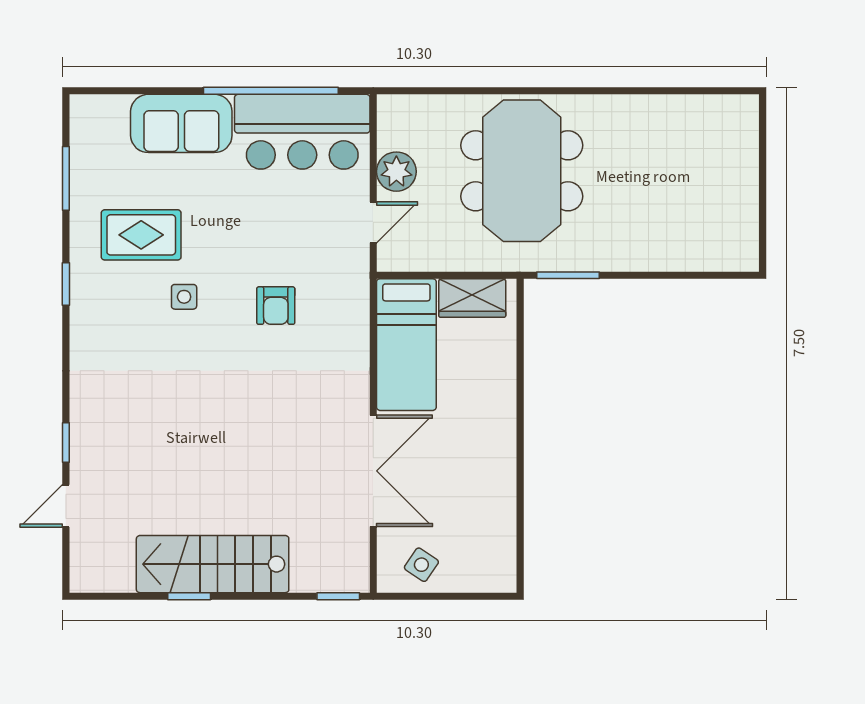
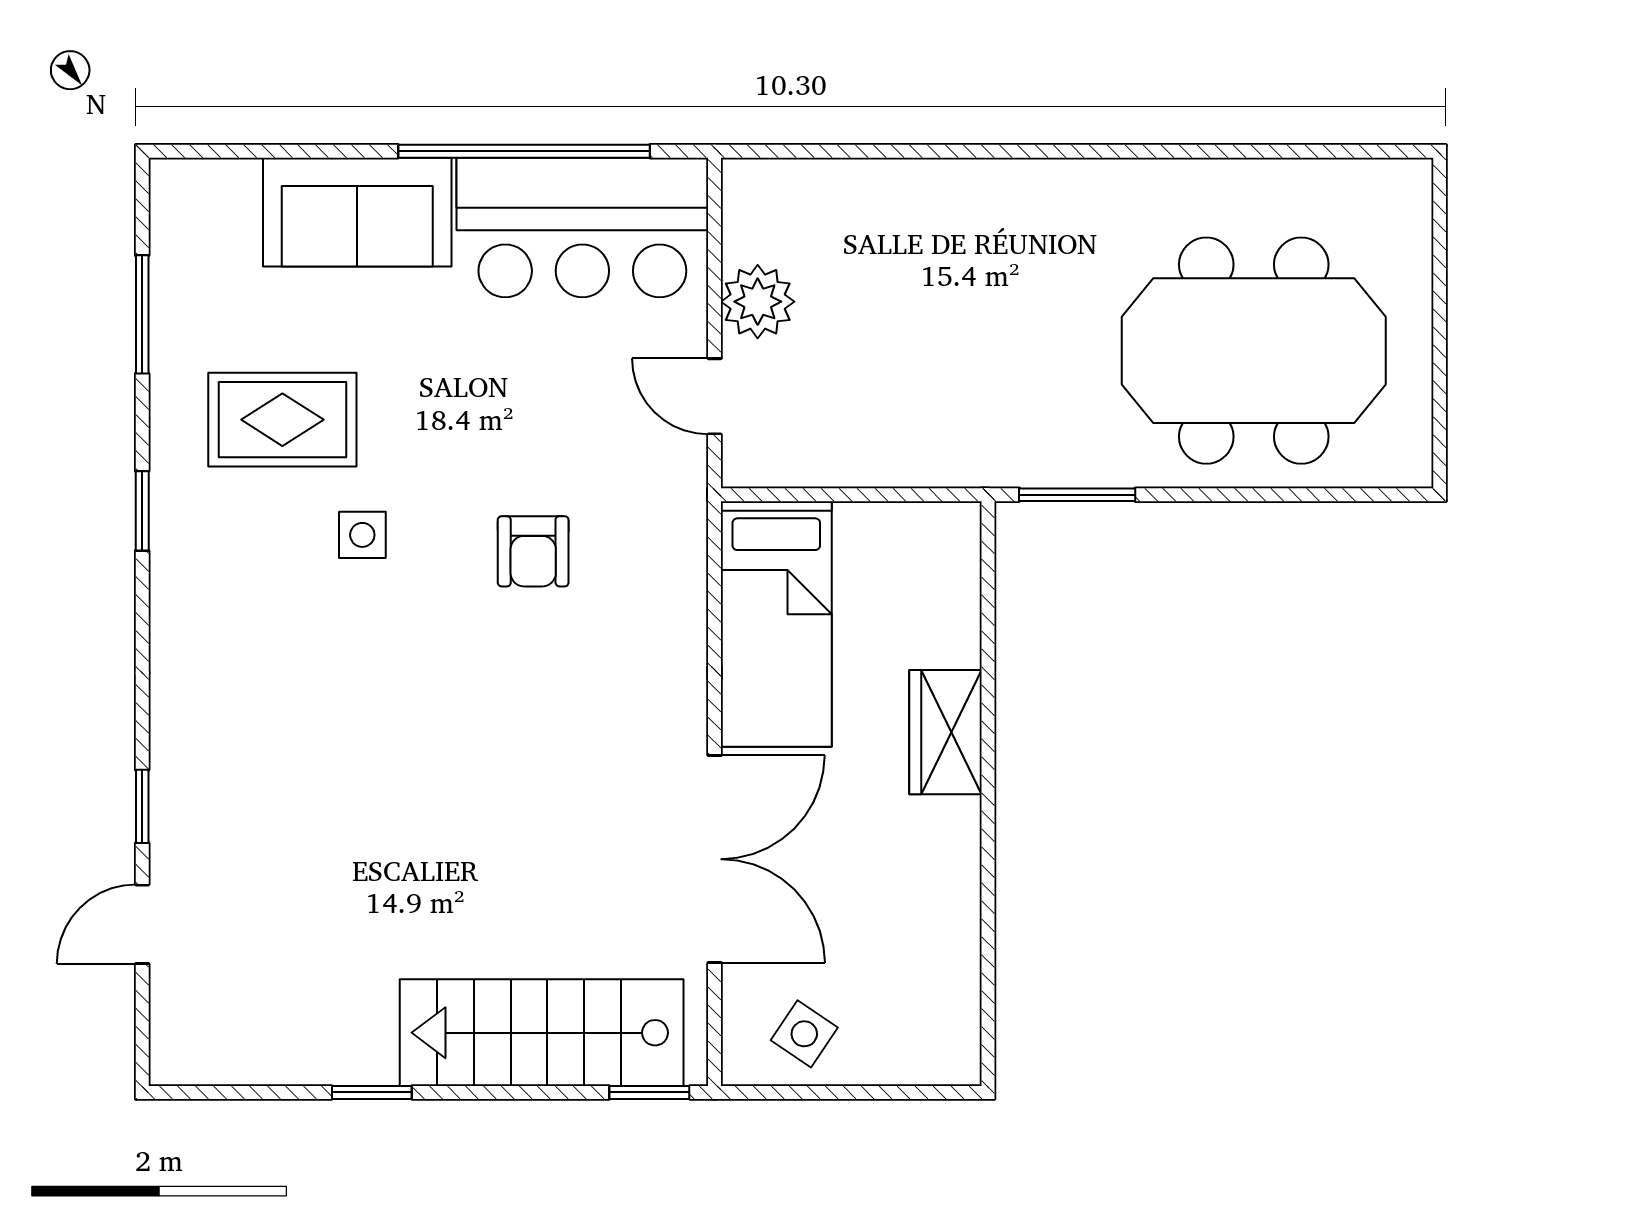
meeting table: (522, 171) -> (1254, 351), moved, turned 90
door: (373, 222) -> (715, 396), swing flipped
wardrobe: (472, 298) -> (946, 732), moved, turned 90
stairs: (213, 564) -> (542, 1033), moved

